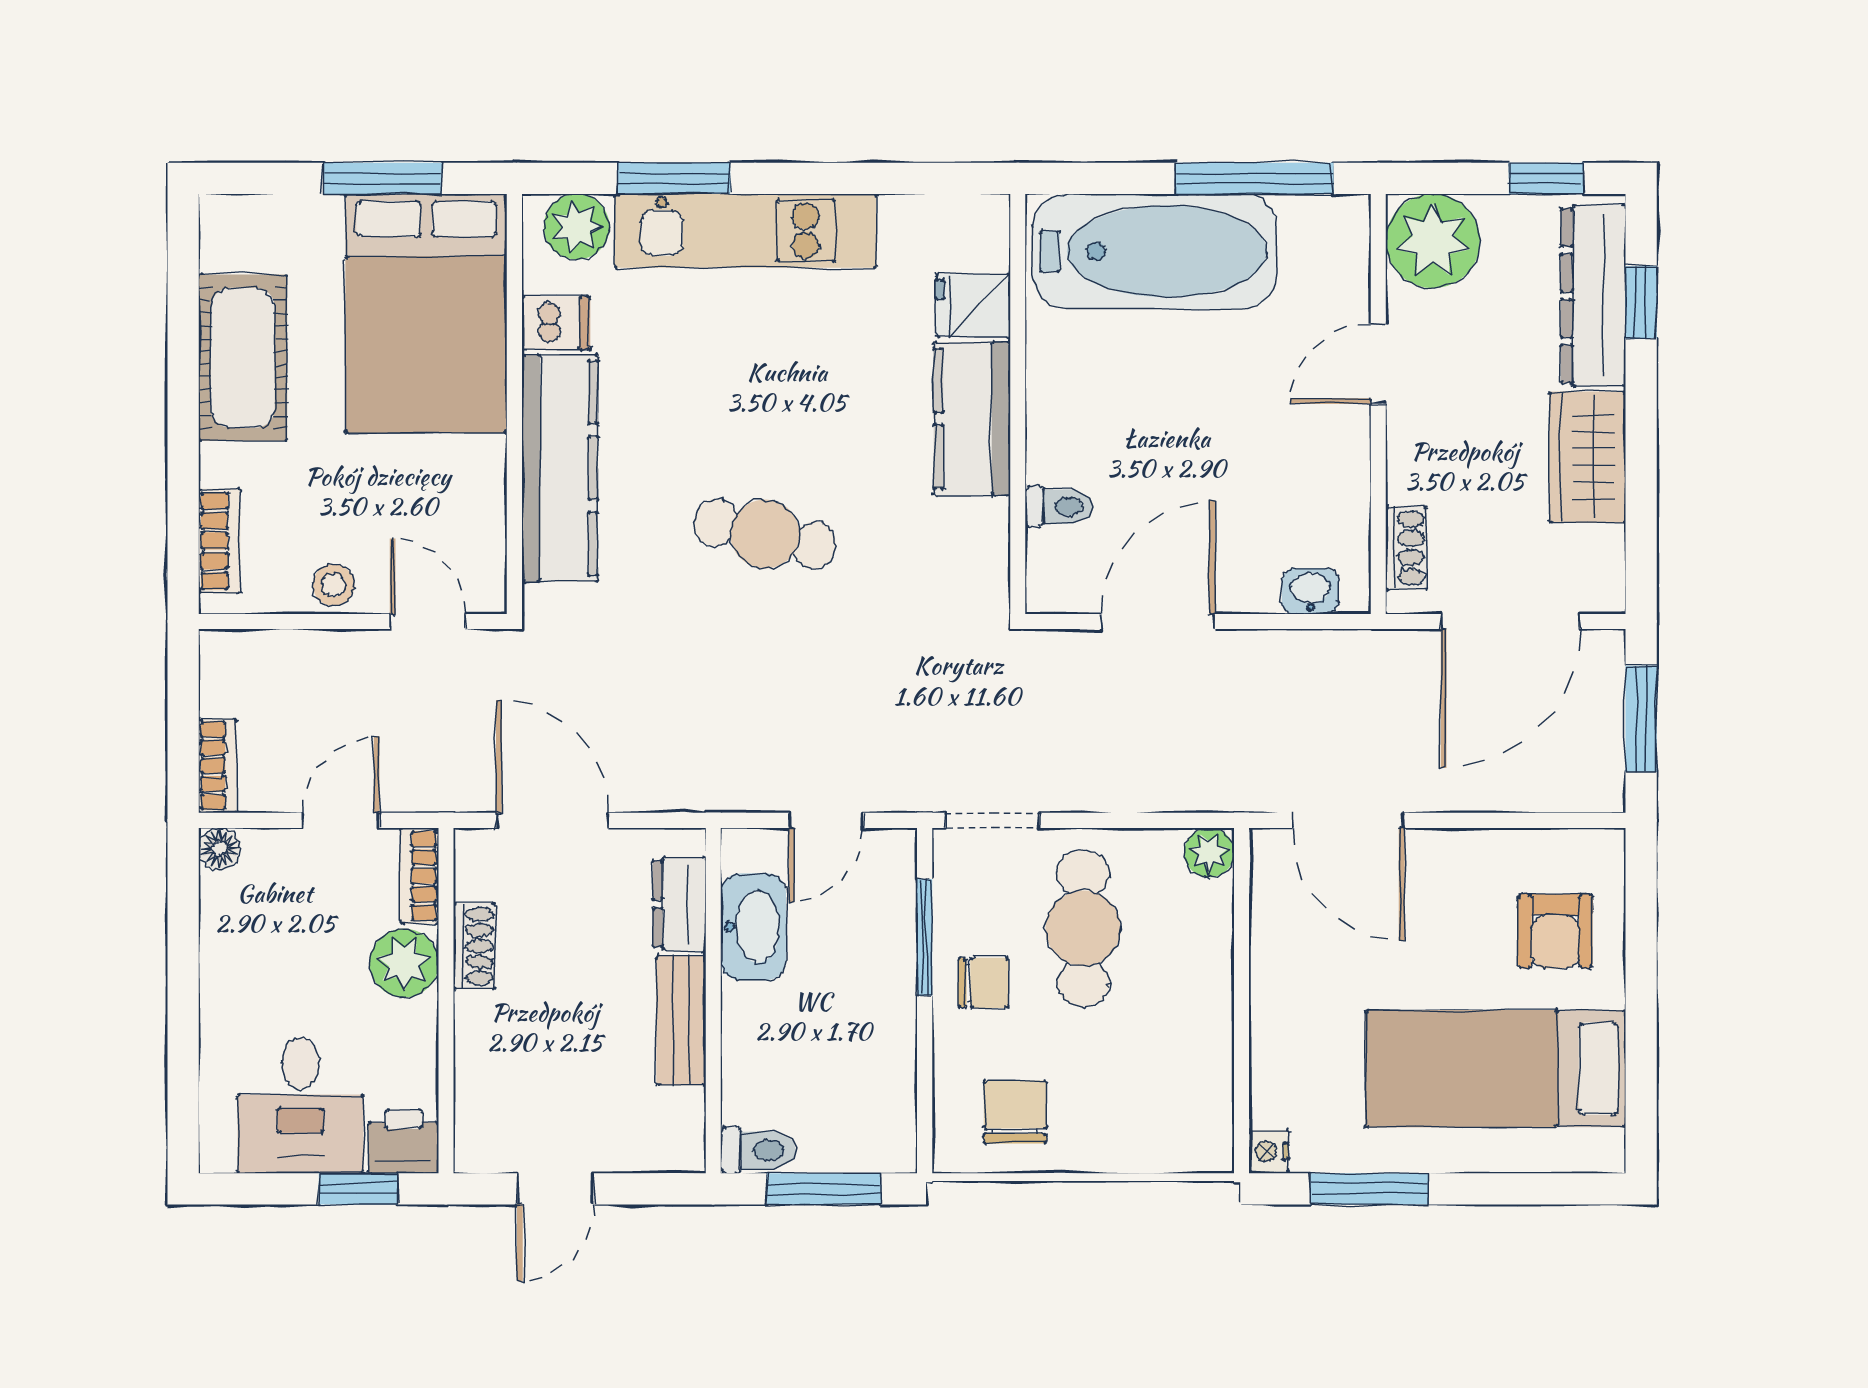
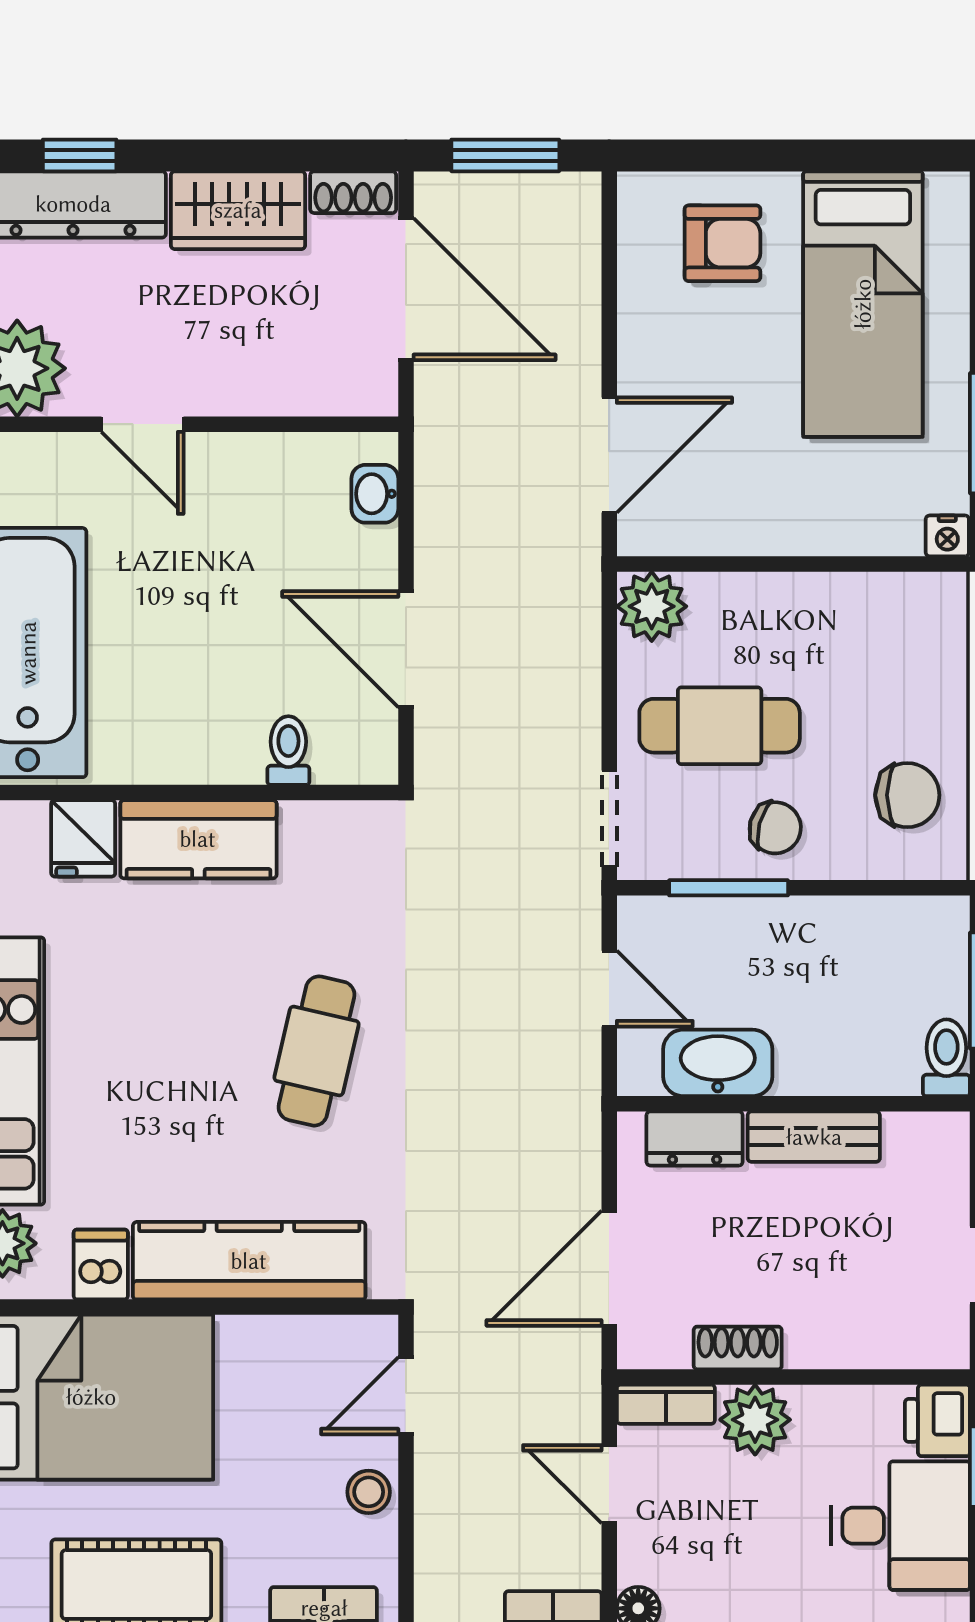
shoe rack: (1406, 548) -> (353, 192), moved, turned 180
plant: (1209, 853) -> (652, 606), width x1.38, depth x1.38
chair: (983, 983) -> (775, 828), turned 105
chair: (1015, 1112) -> (907, 795), turned 180

